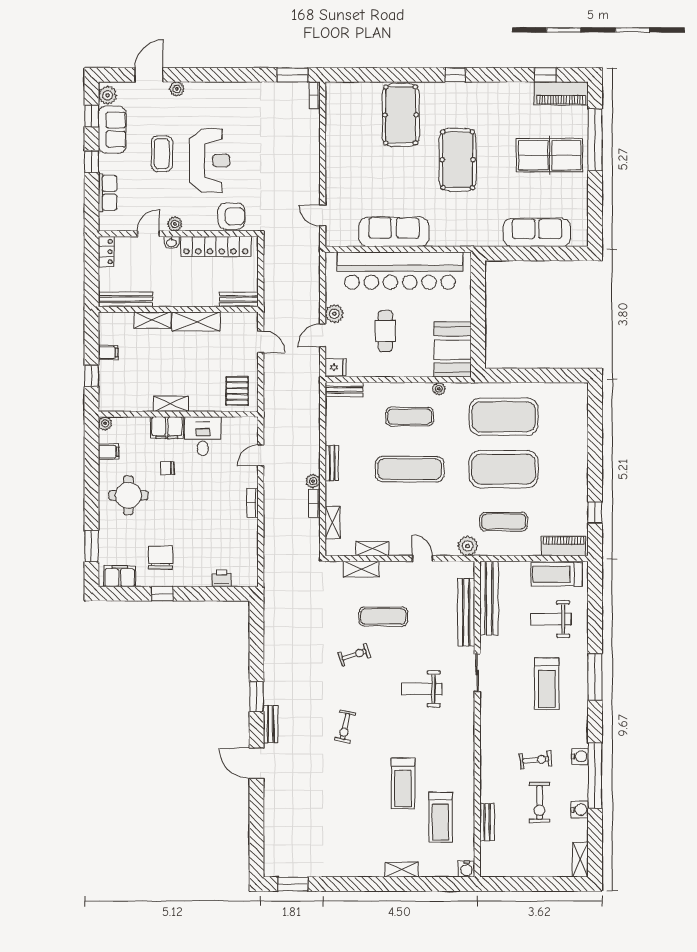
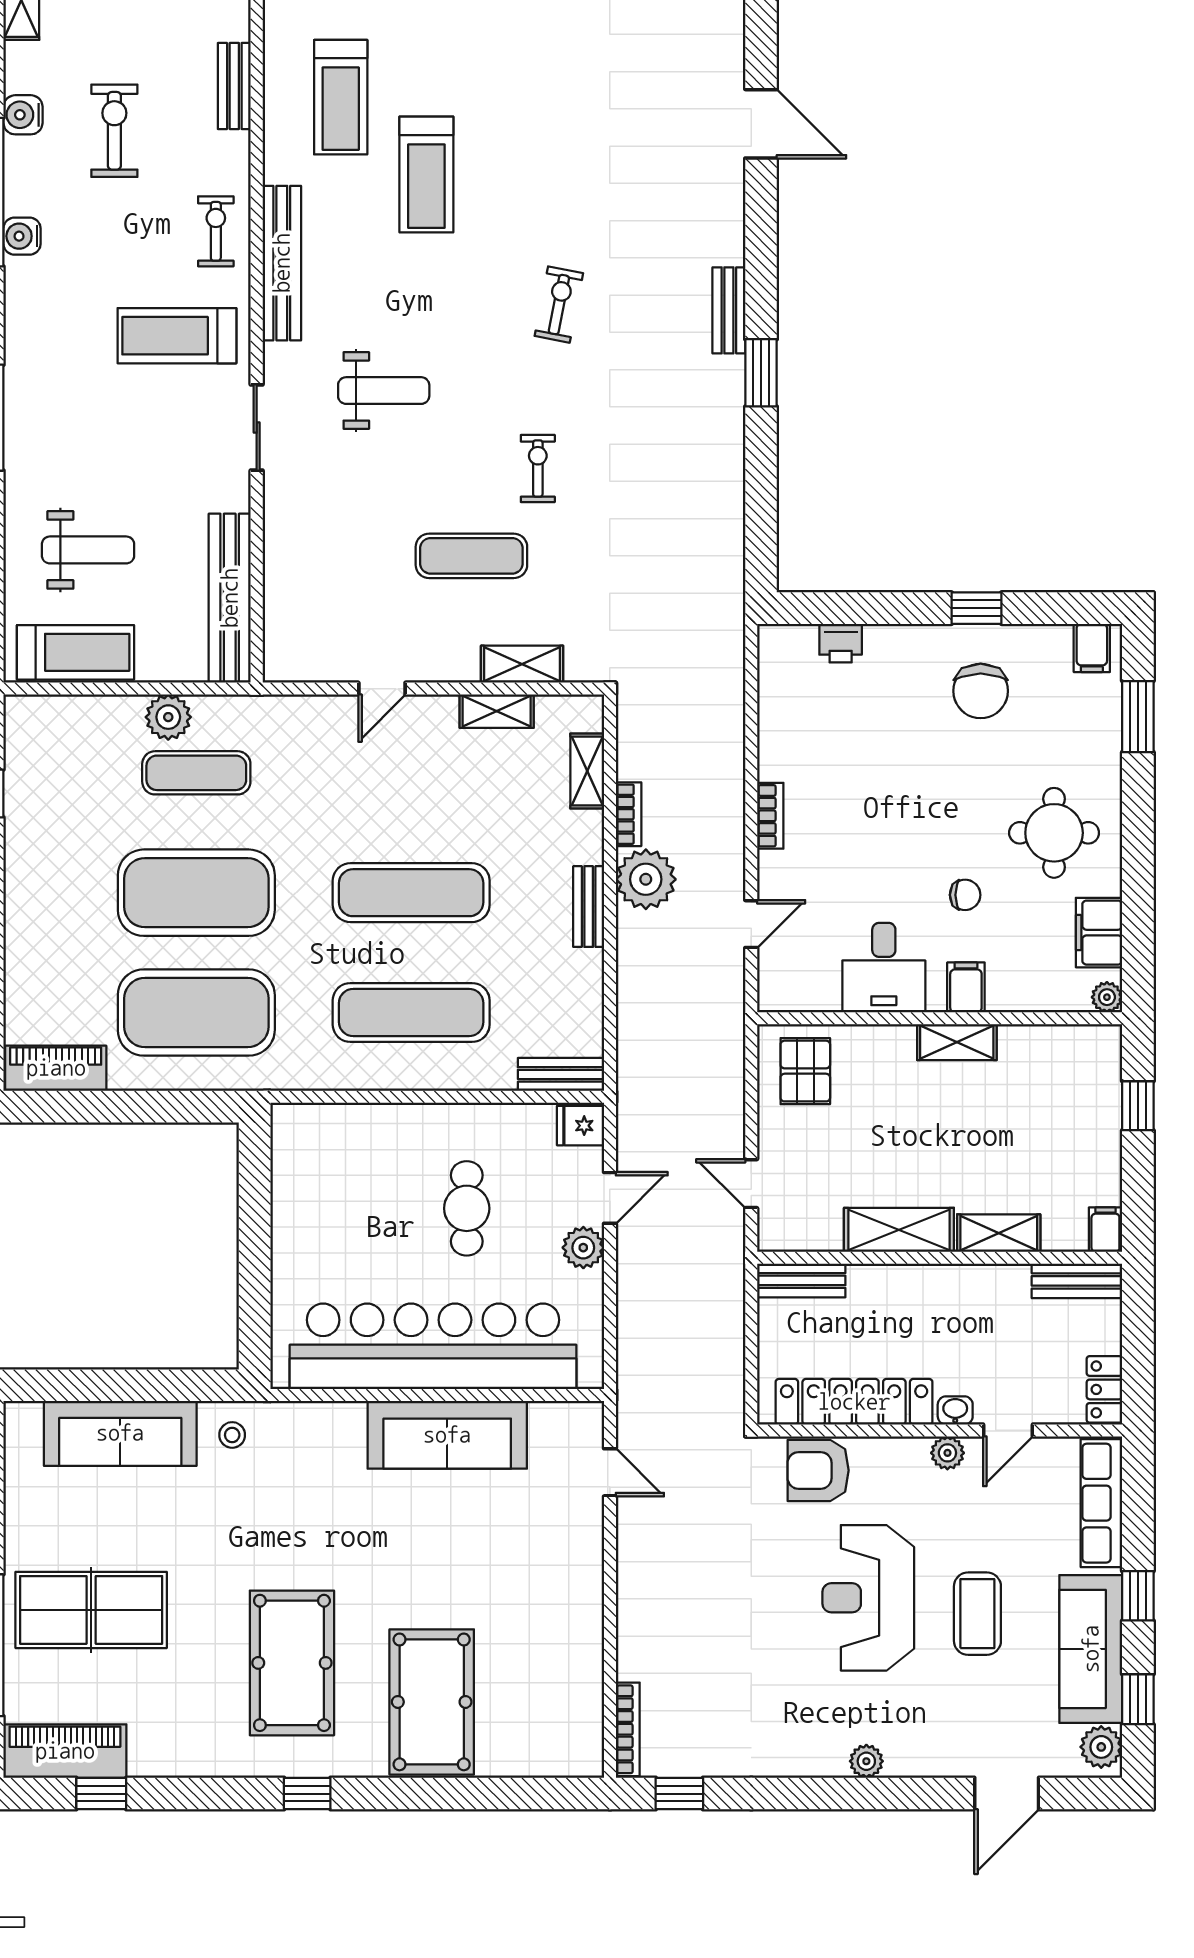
window: (292, 75) -> (679, 1794), width x0.67
plant: (177, 89) -> (866, 1761), moved
bookcase: (315, 96) -> (628, 1729), width x1.56
sofa: (112, 130) -> (1091, 1649), width x1.36
pool table: (458, 160) -> (292, 1663), moved
row of seats: (108, 193) -> (1101, 1503), width x1.48
stool: (488, 232) -> (232, 1435), added
bench: (125, 299) -> (1077, 1281), width x0.73
booth: (453, 350) -> (313, 1166), removed
filing cabinet: (108, 353) -> (1105, 1230), moved, turned 90
plant: (439, 389) -> (345, 1076), removed
exercise mat: (410, 417) -> (411, 1013), width x1.36, depth x1.45
filing cabinet: (167, 428) -> (966, 987), width x0.50
filing cabinet: (109, 452) -> (1099, 933), width x2.00
plant: (313, 481) -> (646, 879), width x1.88, depth x1.88
plant: (468, 546) -> (168, 717), moved
piano: (564, 546) -> (56, 1068), moved, turned 180
door: (422, 558) -> (382, 689), hinge flipped
filing cabinet: (120, 576) -> (1092, 648), width x0.50
bench: (466, 612) -> (282, 263), moved
exercise bike: (354, 655) -> (538, 468), turned 108
treadmill: (547, 684) -> (177, 336), moved, turned -90
exercise bike: (536, 760) -> (216, 231), moved, turned 96
door: (257, 763) -> (761, 124), moved
treadmill: (403, 783) -> (426, 175), turned 180
treadmill: (440, 817) -> (341, 97), turned 180

